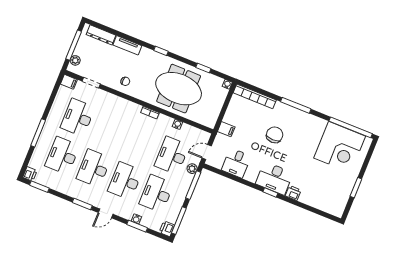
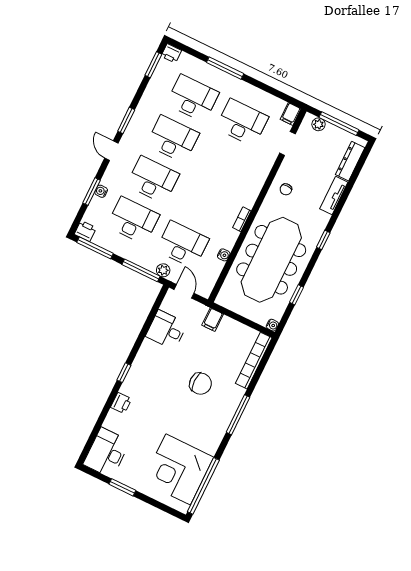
meeting table: (179, 89) -> (271, 260), width x1.36
desk: (274, 178) -> (107, 453), moved

